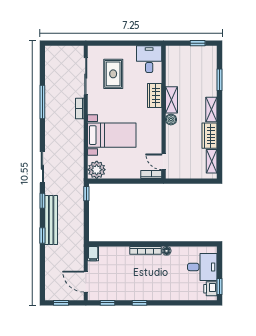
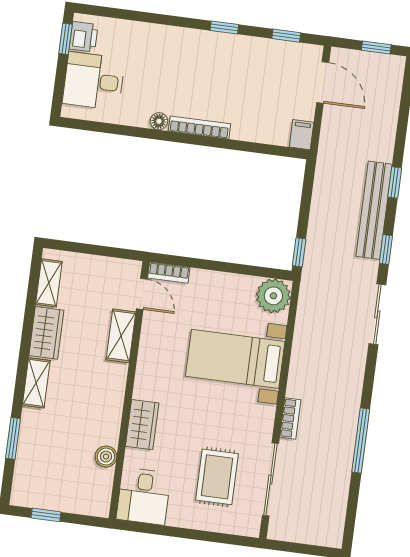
shelving: (171, 100) -> (121, 336), moved
boiler: (171, 120) -> (106, 457), moved

